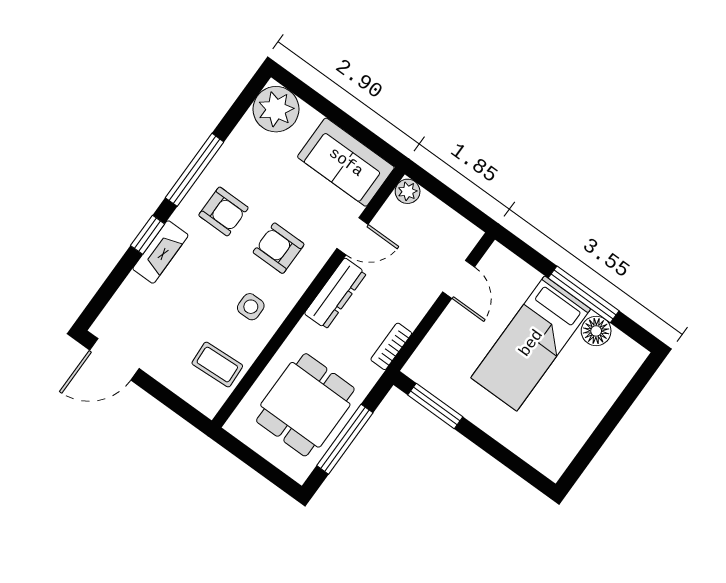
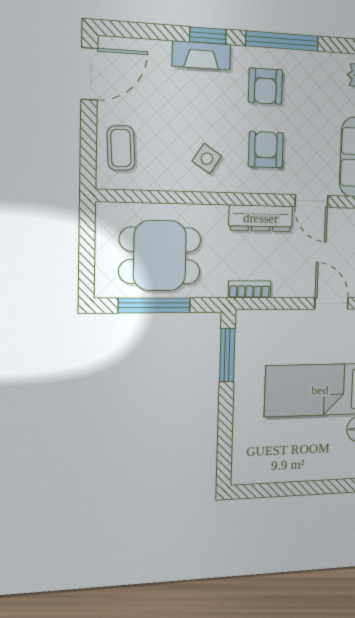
door: (459, 279) -> (331, 303), swing flipped
side table: (251, 307) -> (207, 159), turned 33
door: (114, 359) -> (89, 74), swing flipped
coffee table: (217, 365) -> (121, 148), moved

